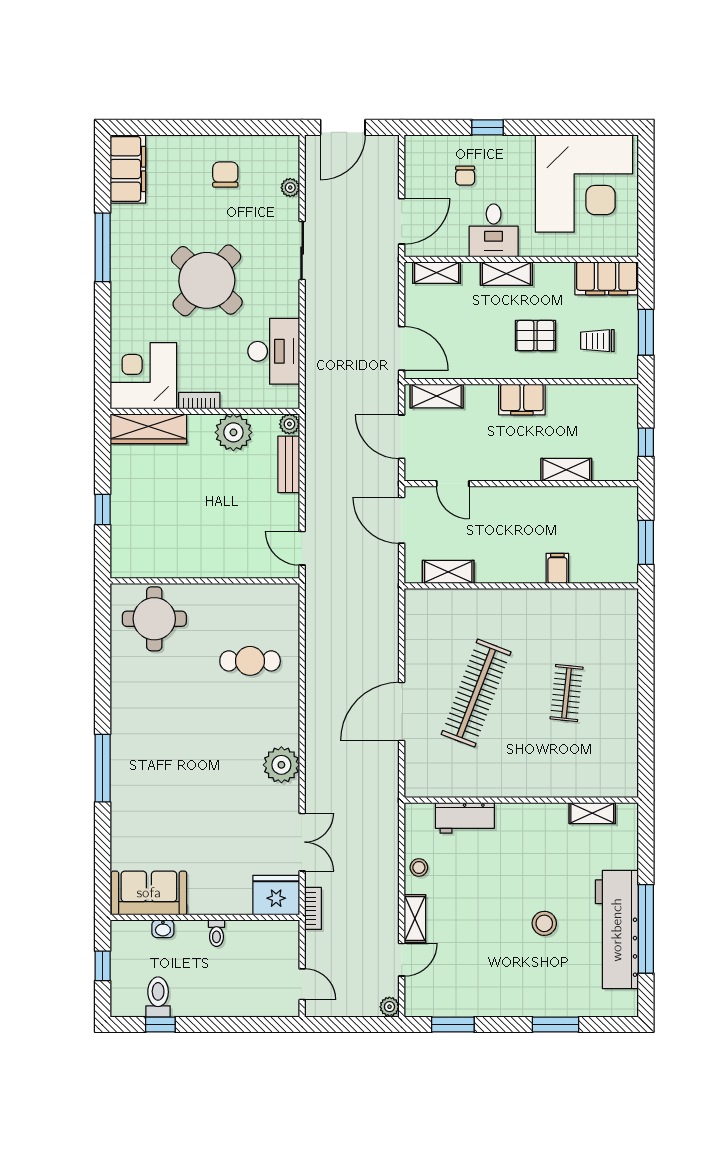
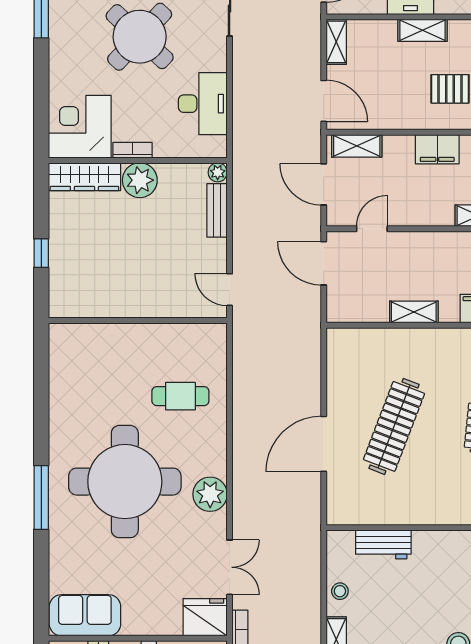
shelving: (437, 273) -> (336, 42), moved, turned 90
plant: (233, 432) -> (140, 180), moved
door: (453, 484) -> (372, 229), swing flipped
shelving: (448, 572) -> (414, 312), moved
round table: (154, 619) -> (125, 482), moved, width x1.86, depth x1.86

